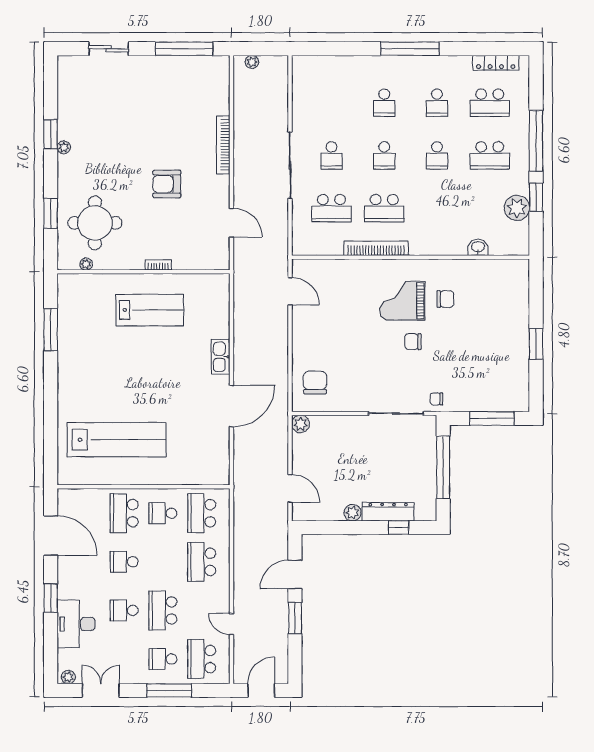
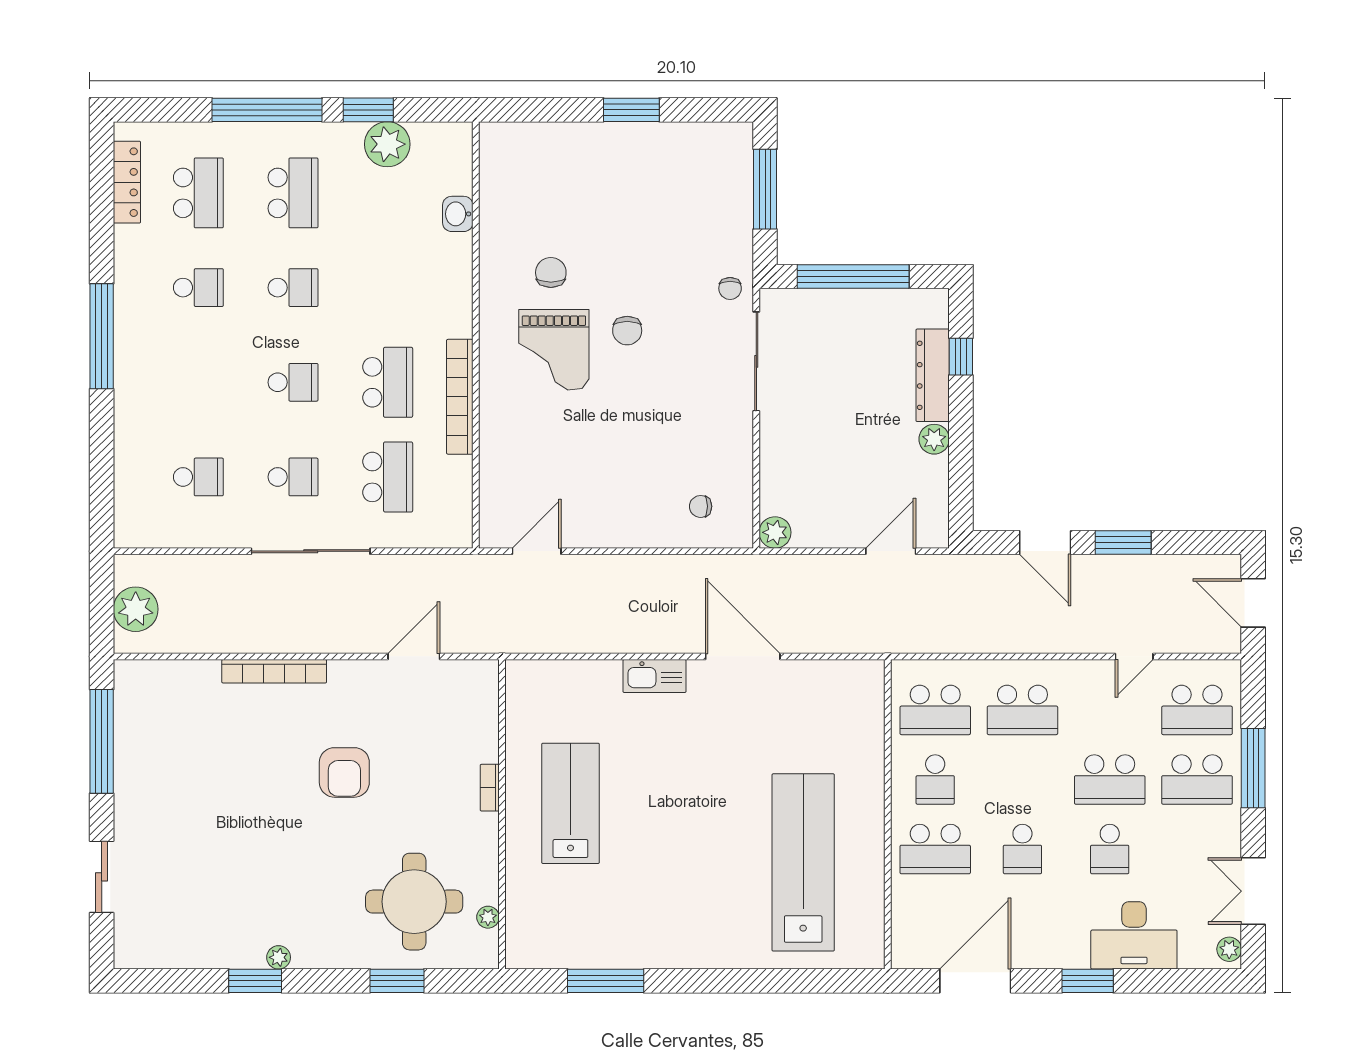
plant: (252, 62) -> (136, 609), width x1.88, depth x1.88
school desk: (384, 103) -> (198, 477), moved
chair: (315, 383) -> (701, 506), width x0.54, depth x0.54
school desk: (163, 659) -> (1197, 779), width x1.85

